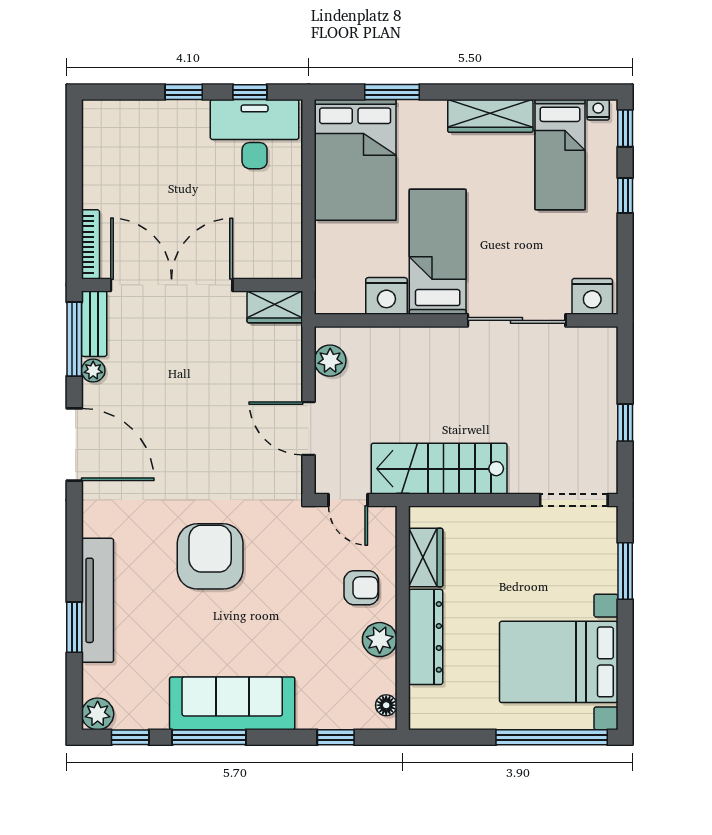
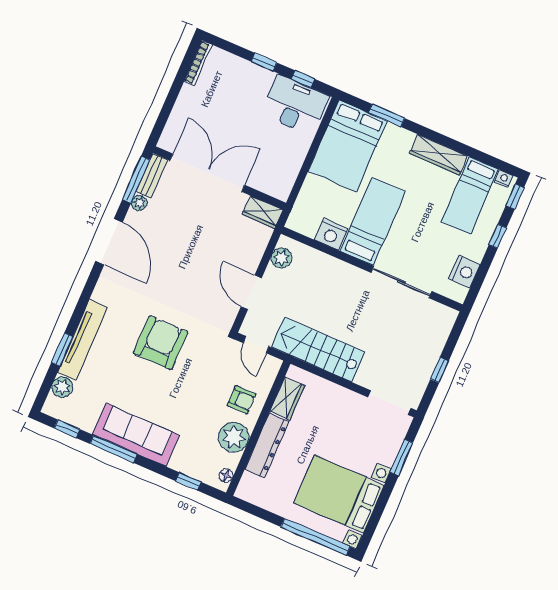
bookcase: (90, 244) -> (198, 63), moved
nightstand: (592, 296) -> (464, 272), moved, turned -90
plant: (380, 640) -> (234, 437), width x1.36, depth x1.36
plant: (98, 714) -> (62, 387), moved

